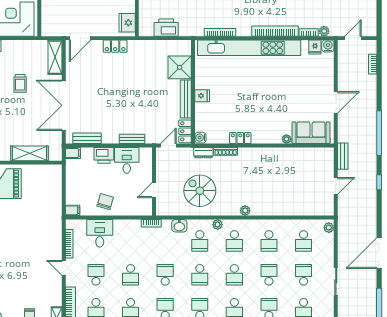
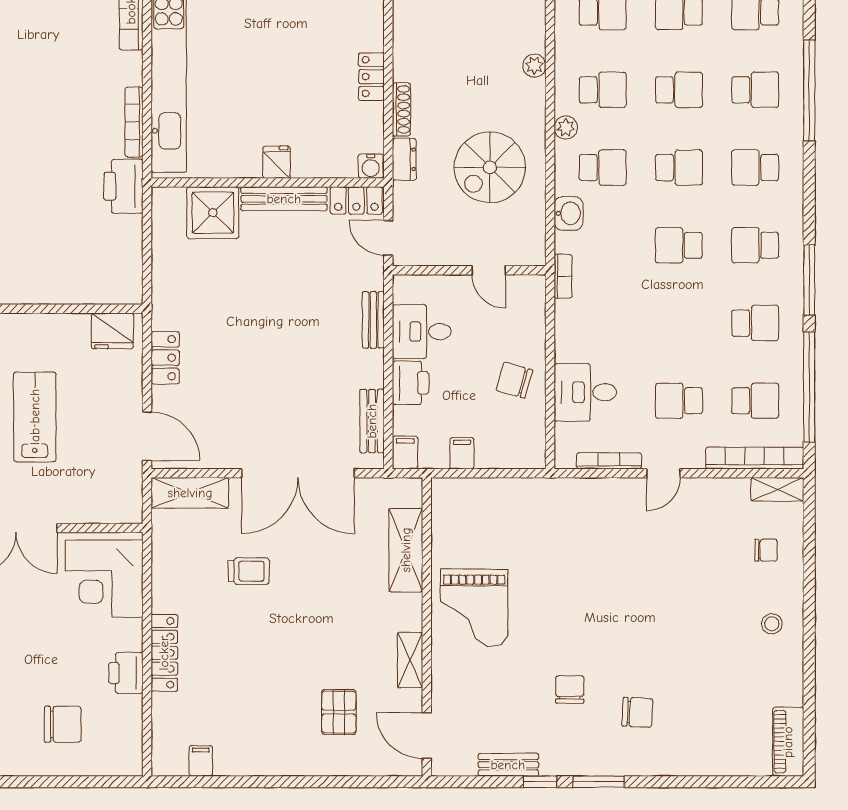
printer: (166, 28) -> (123, 186), moved
filing cabinet: (73, 210) -> (462, 453), moved
school desk: (131, 275) -> (679, 323), removed

